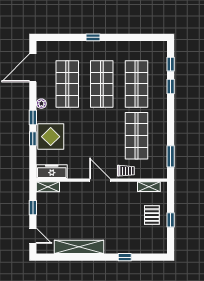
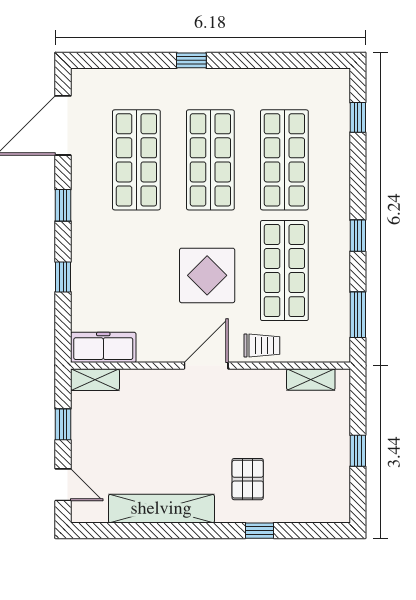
window: (171, 86) -> (358, 236), moved
plant: (41, 104) -> (81, 202), removed
window: (33, 117) -> (63, 205), moved
display table: (51, 137) -> (207, 275), moved
door: (100, 180) -> (206, 366), hinge flipped
pallet: (152, 215) -> (248, 479), moved

